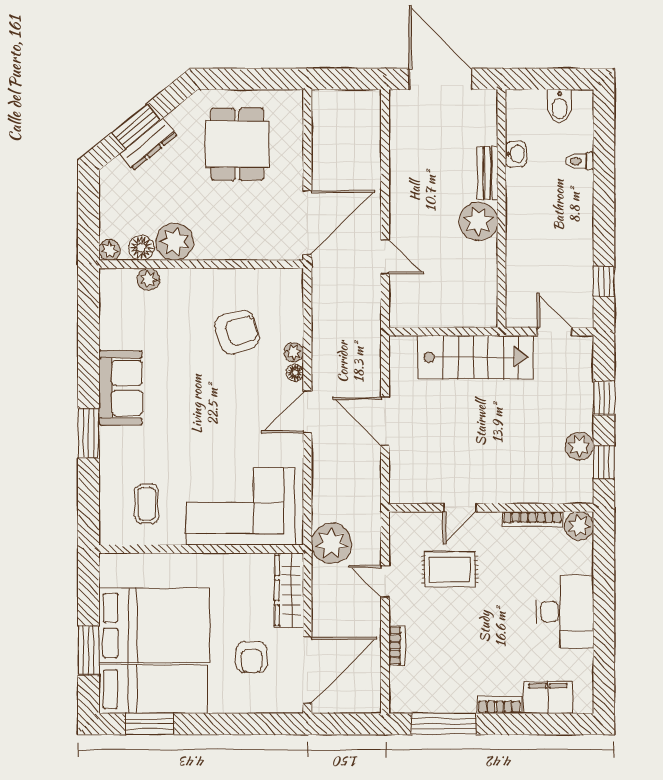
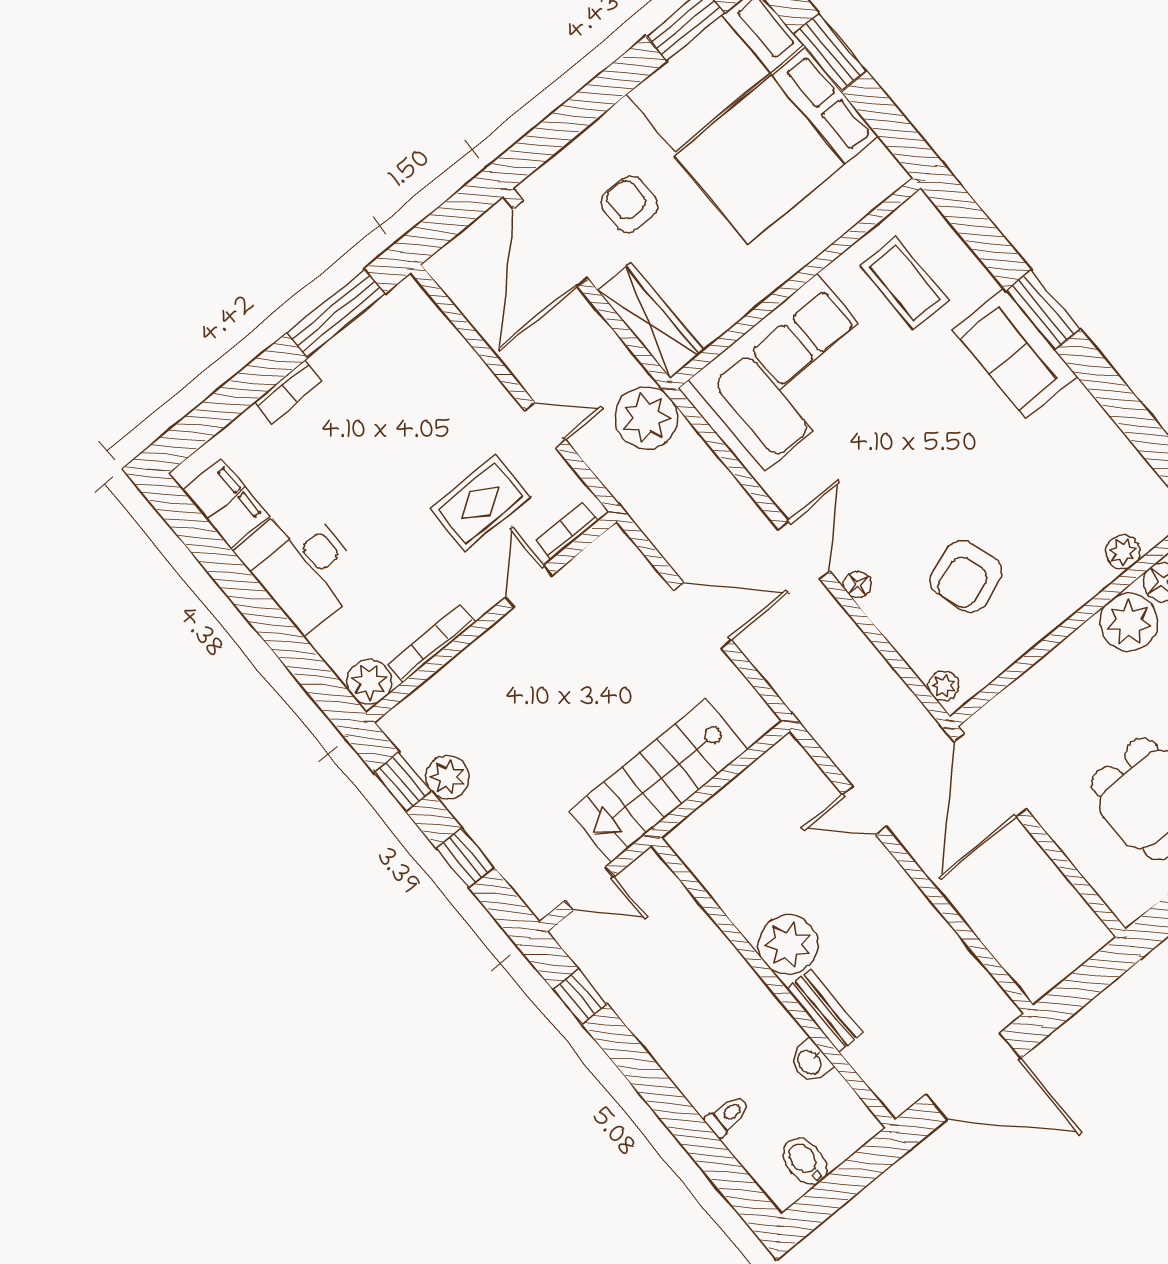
plant: (294, 352) -> (944, 686), moved
sofa: (121, 388) -> (1015, 353), moved
coffee table: (147, 504) -> (905, 283), width x1.36, depth x1.30
bookcase: (397, 646) -> (567, 531), moved, turned 90
filing cabinet: (548, 697) -> (226, 504), moved, turned -90

